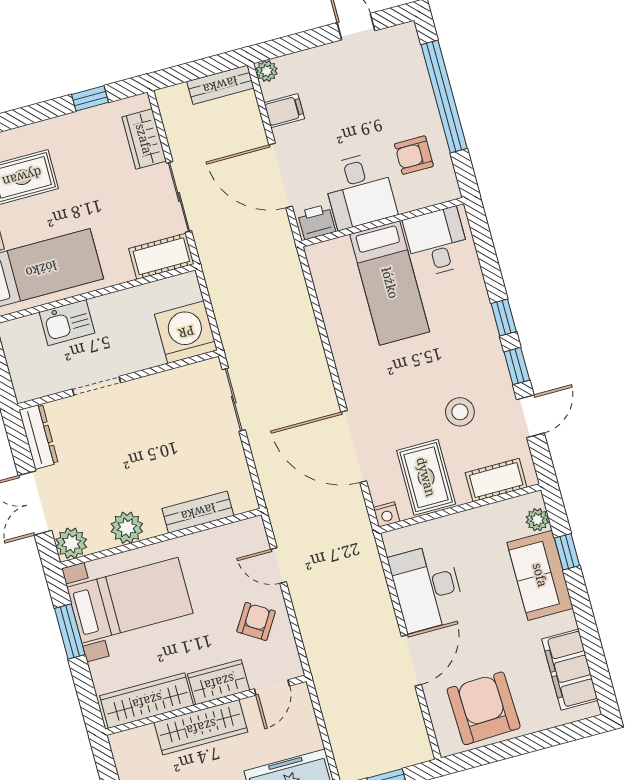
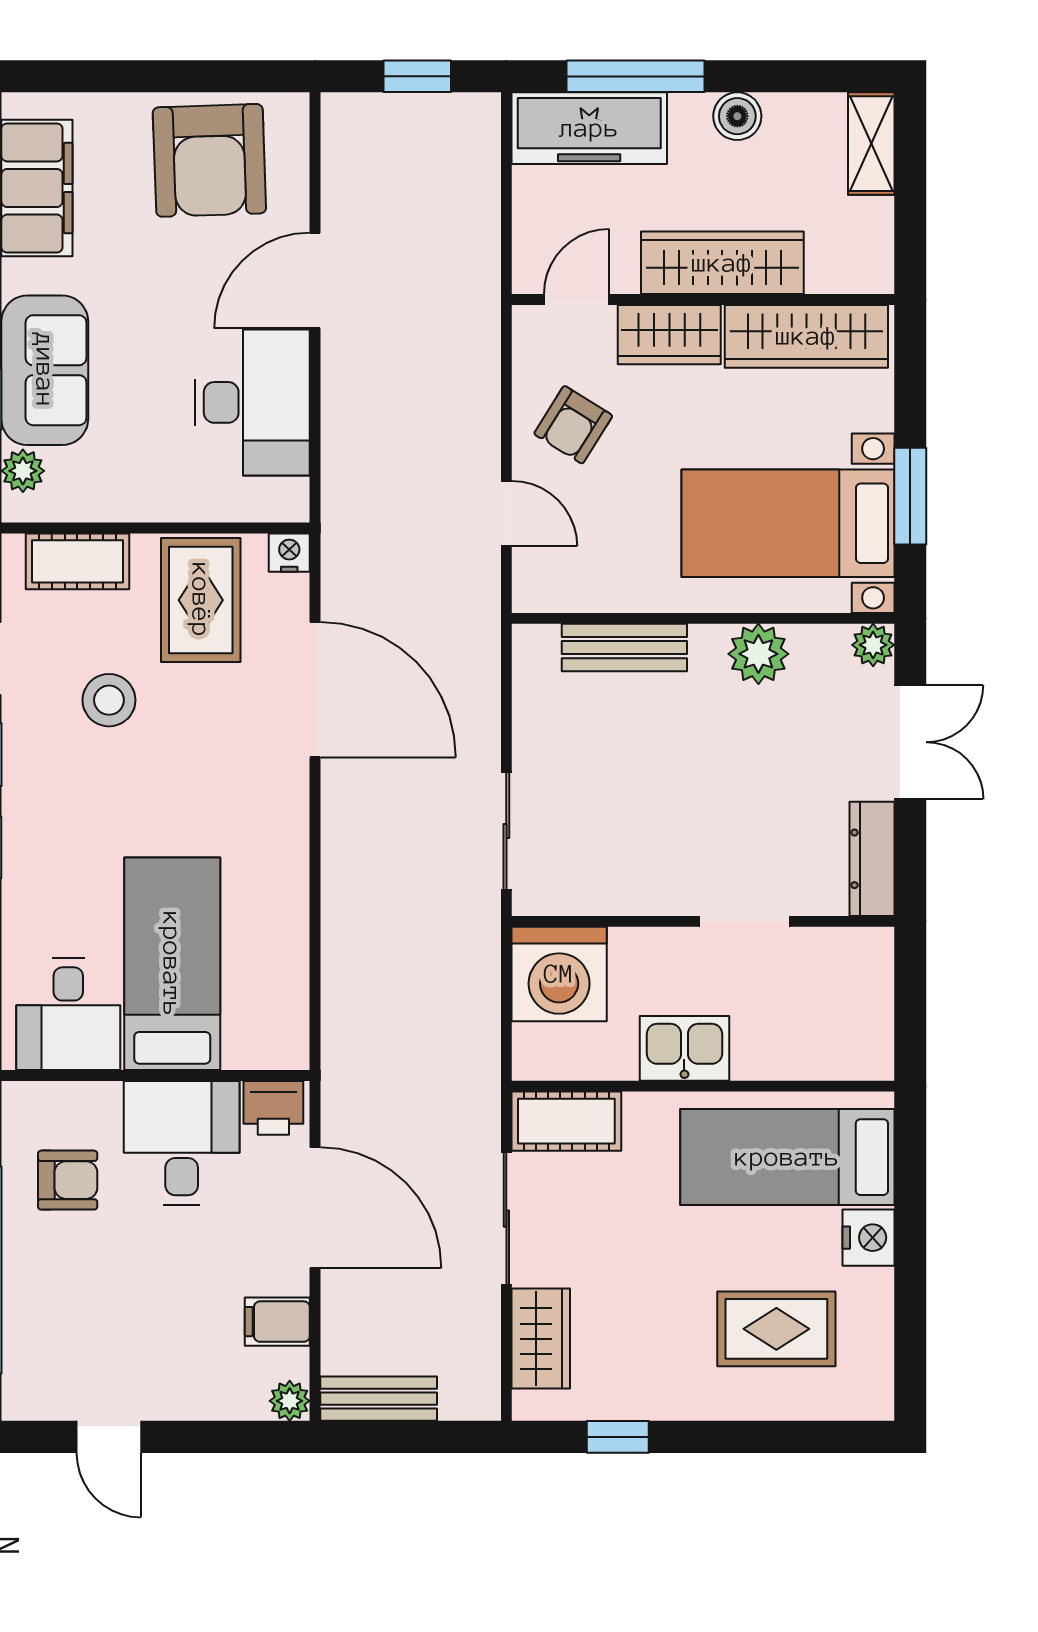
kitchen sink: (67, 323) -> (684, 1048), moved
plant: (71, 543) -> (873, 645), width x0.73, depth x0.73

